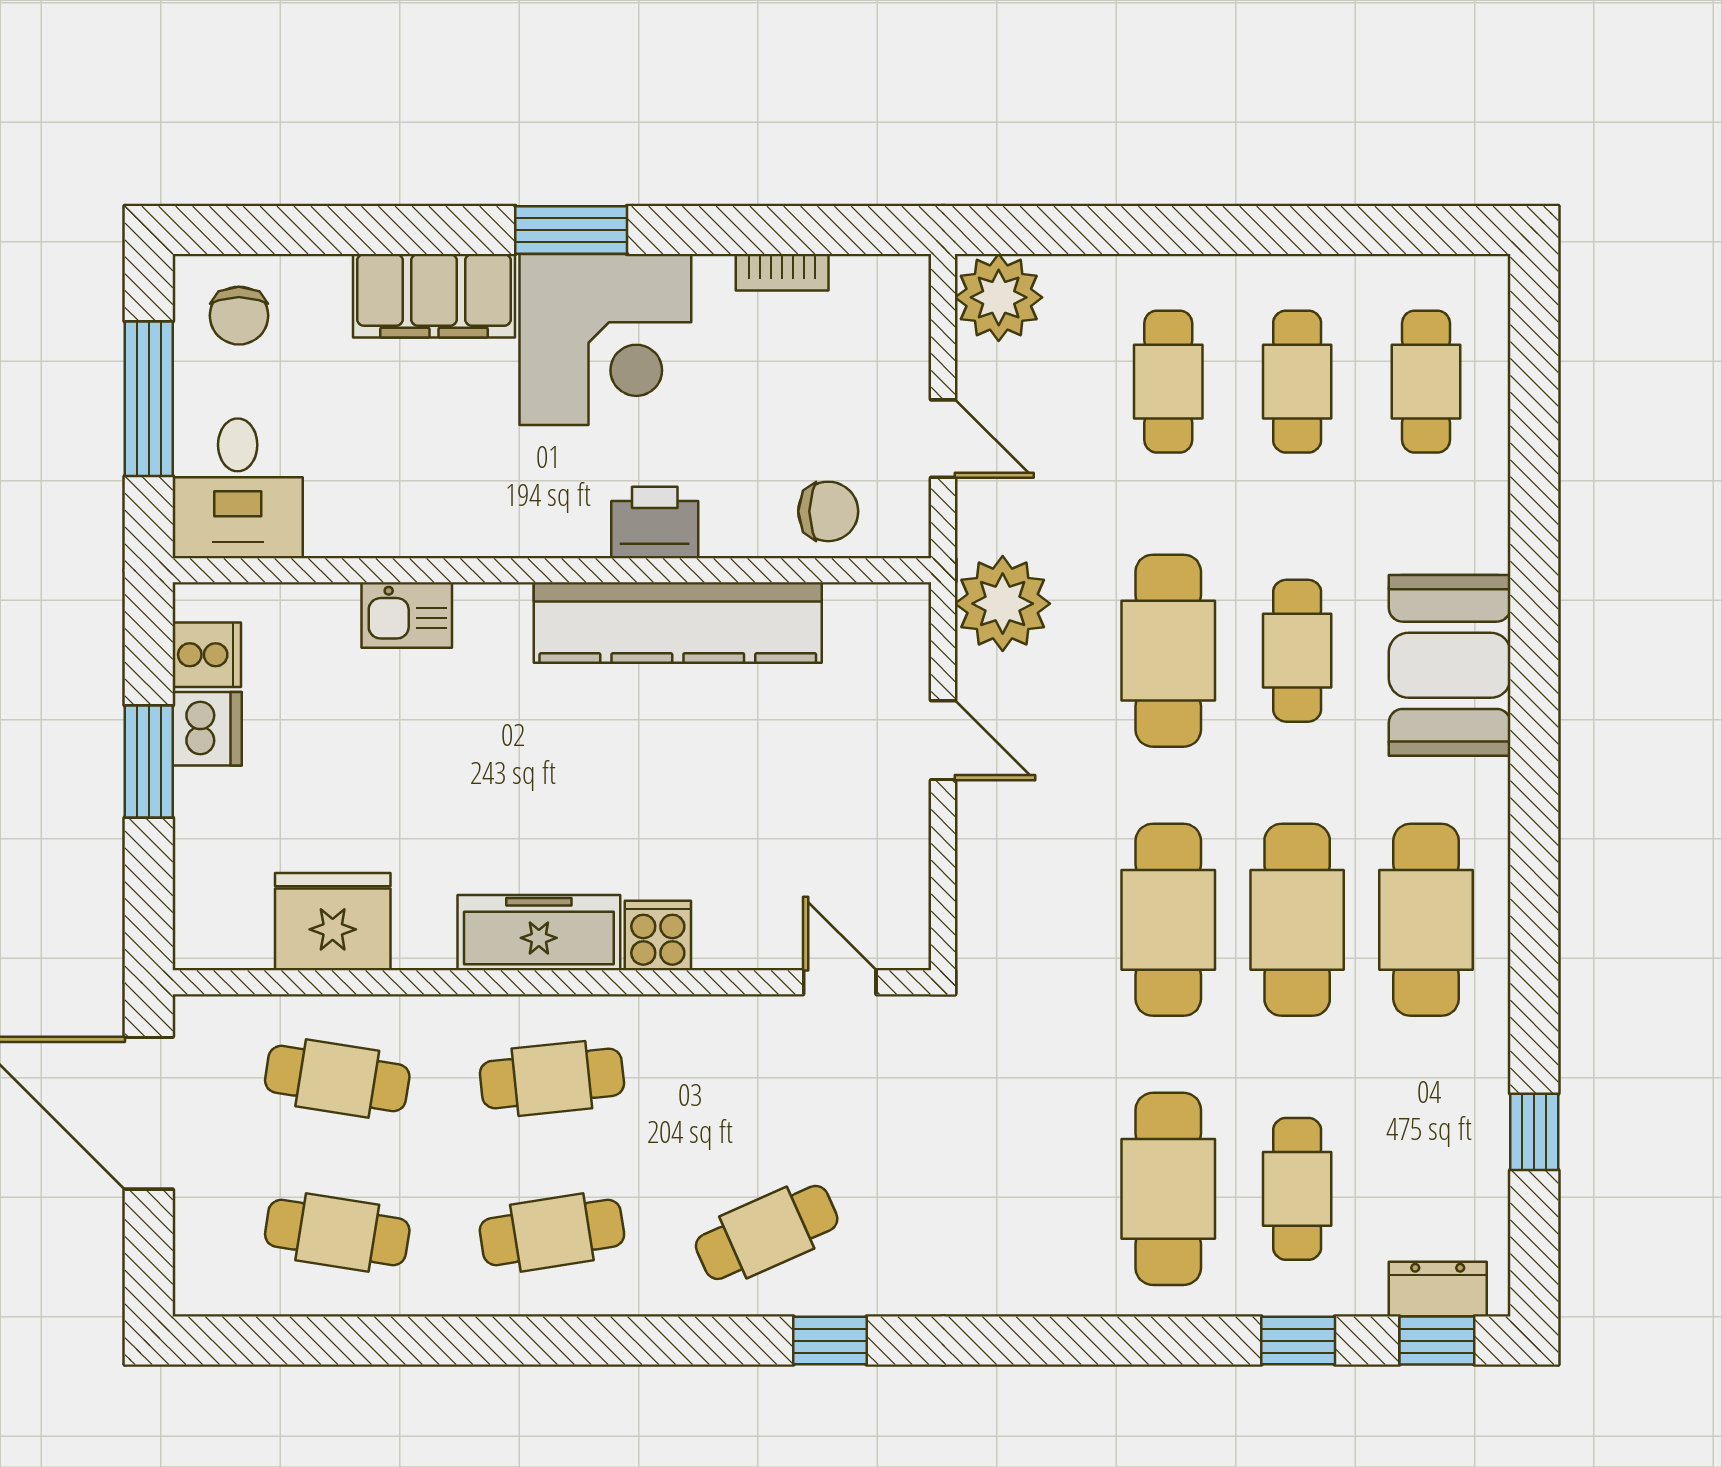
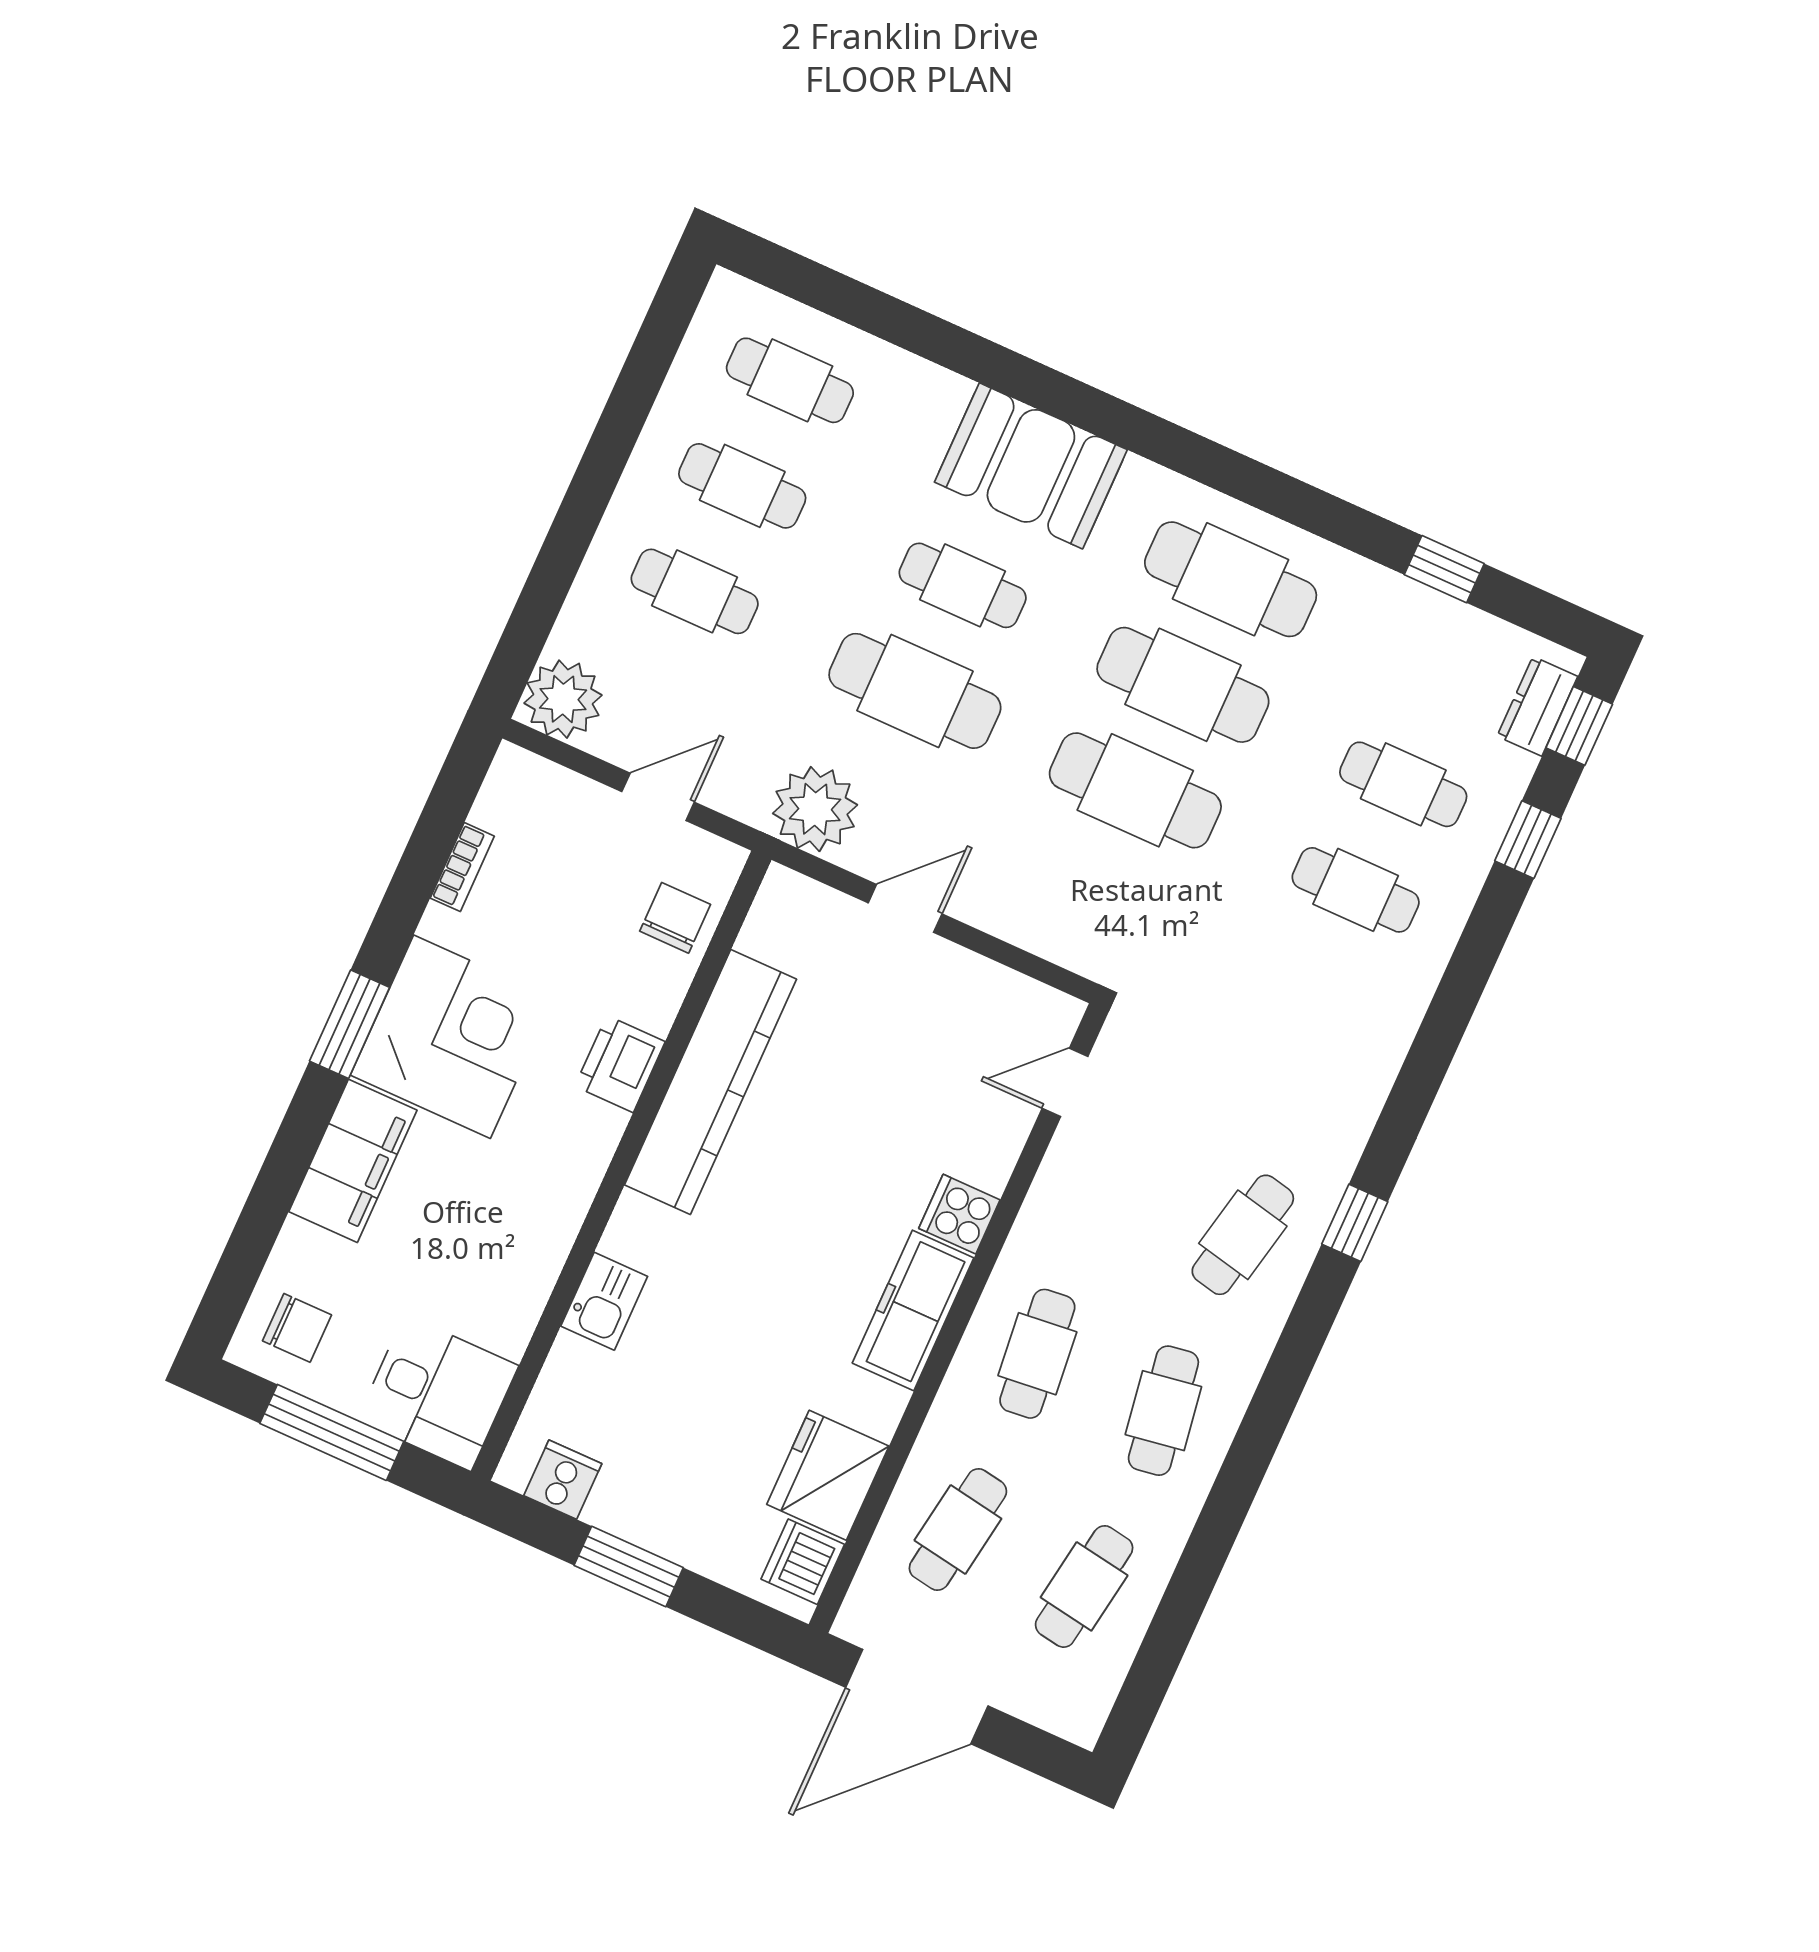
dishwasher: (207, 729) -> (803, 1562), moved, turned -90
cafe table: (1168, 1189) -> (1356, 890), width x0.73, depth x0.74
cafe table: (767, 1232) -> (1243, 1235), turned 36

